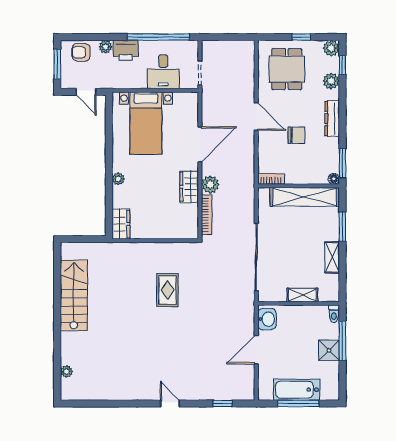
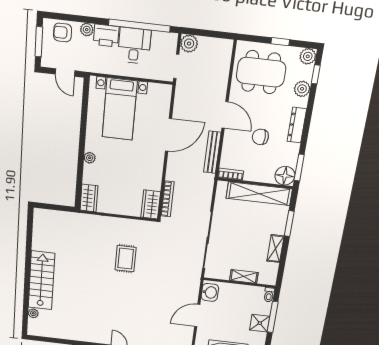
dining table: (287, 69) -> (261, 72), width x1.38
desk: (163, 72) -> (134, 46), moved, turned 180
chair: (296, 135) -> (260, 137), turned 180
bench: (248, 158) -> (212, 152), added
floor lamp: (334, 179) -> (285, 176), width x1.89, depth x1.89
plant: (210, 184) -> (189, 44), moved
wardrobe: (189, 187) -> (151, 204), moved
stairs: (74, 295) -> (41, 280), moved

